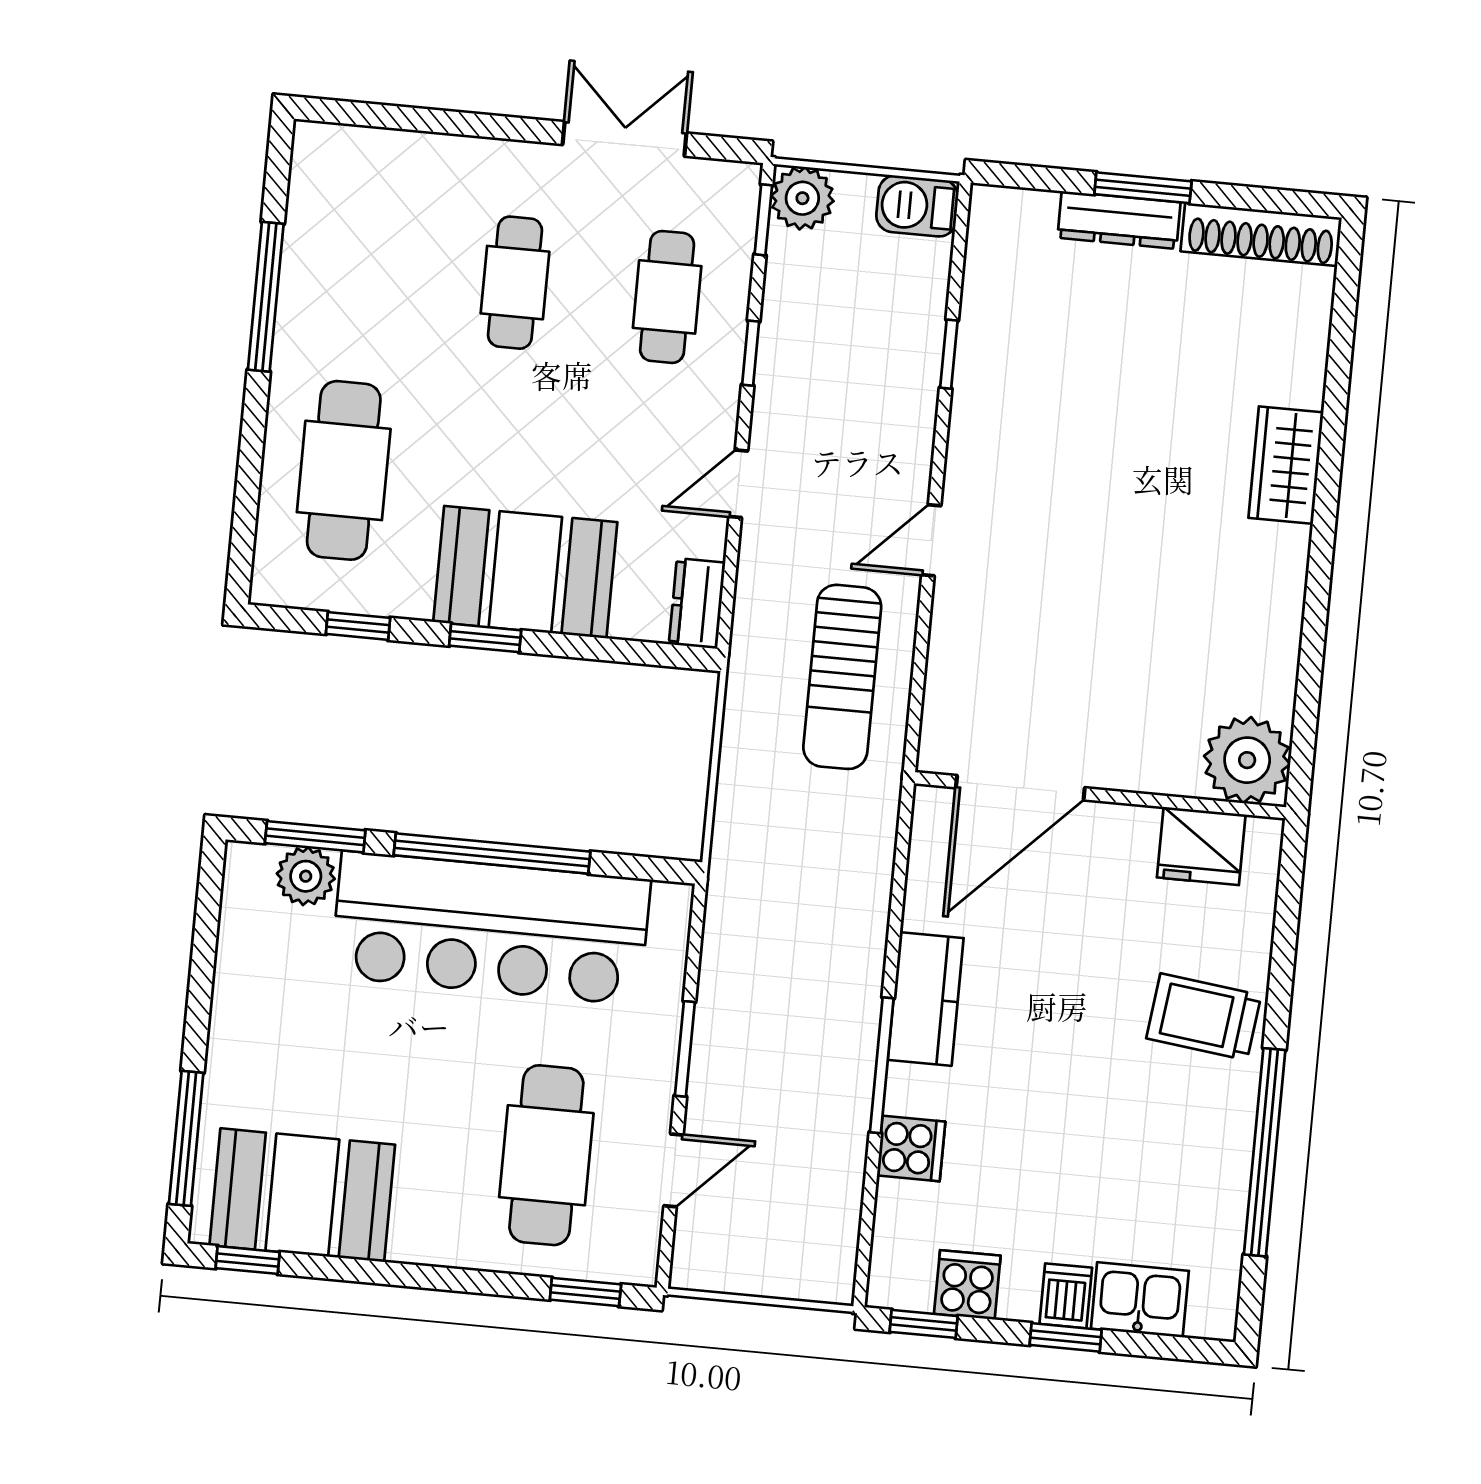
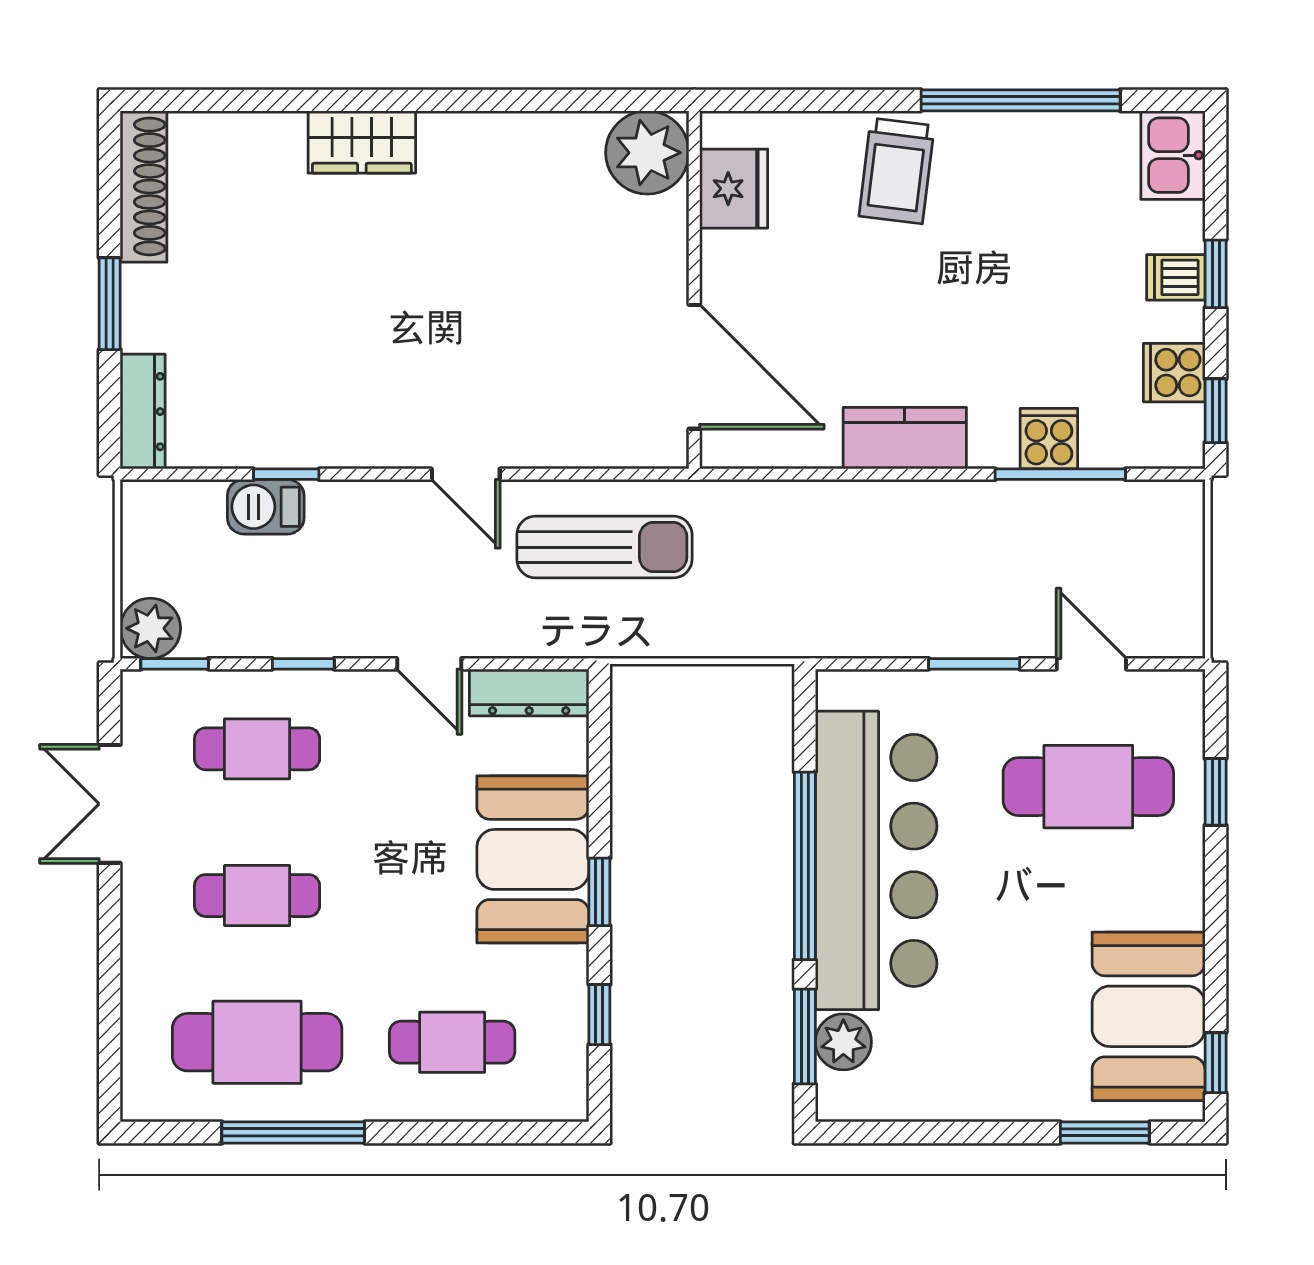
barbecue: (917, 206) -> (266, 507), moved, turned 90
dresser: (1119, 220) -> (143, 412), moved
cafe table: (363, 268) -> (257, 1042), added
cafe table: (344, 470) -> (452, 1042), width x0.73, depth x0.74
dresser: (697, 604) -> (529, 692), width x1.44
window: (882, 1065) -> (1060, 474), moved
window: (186, 1138) -> (1105, 1132), width x0.69
window: (585, 1292) -> (1216, 792), moved
kitchen sink: (1140, 1300) -> (1173, 155), moved

